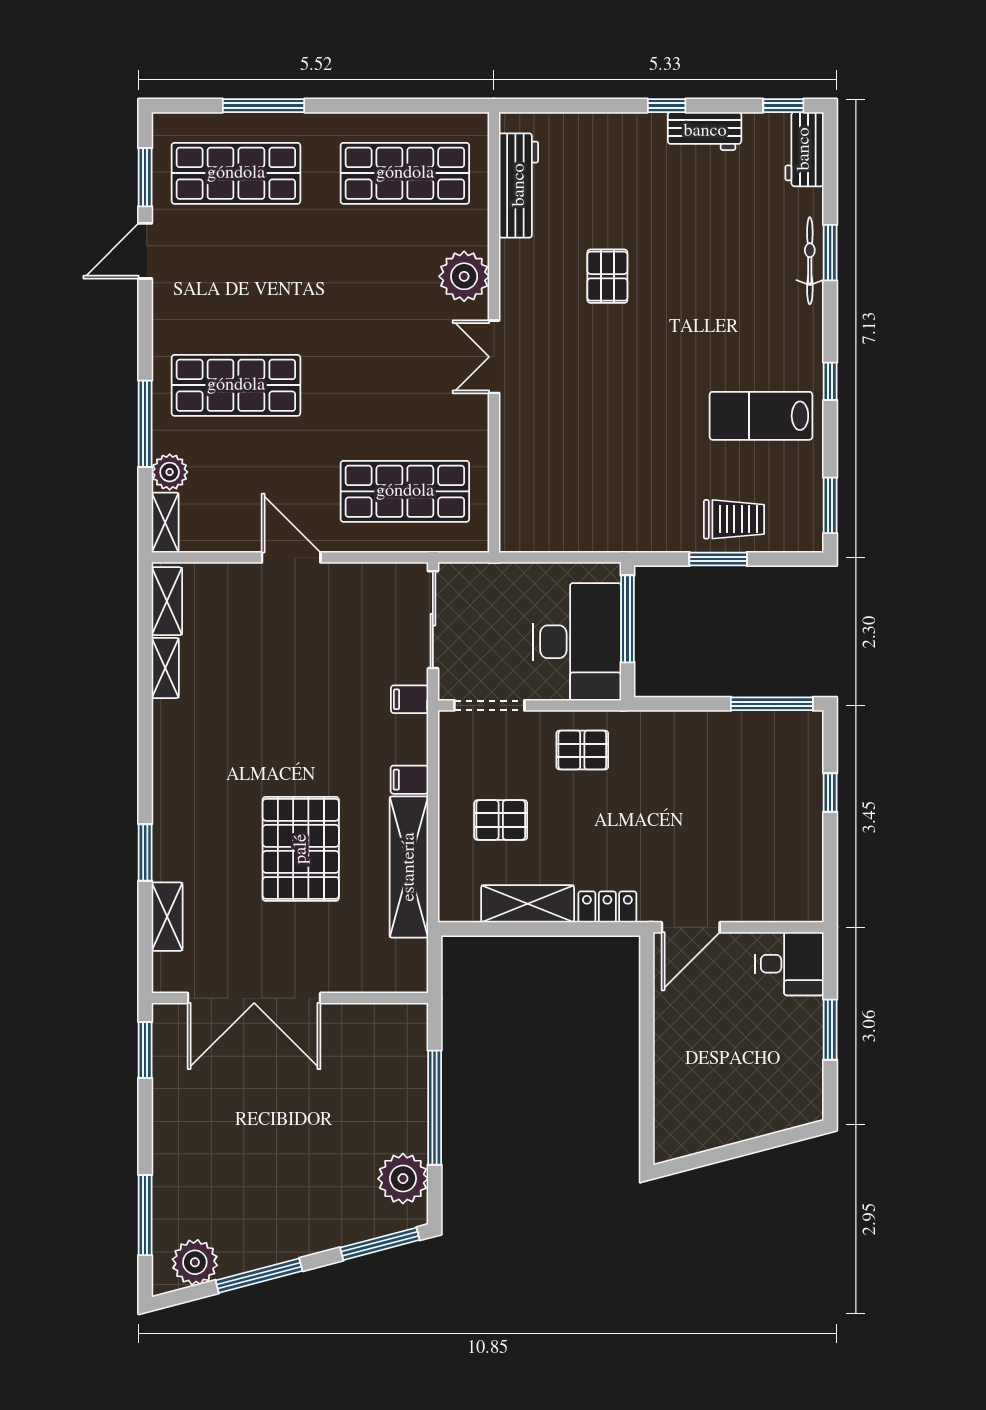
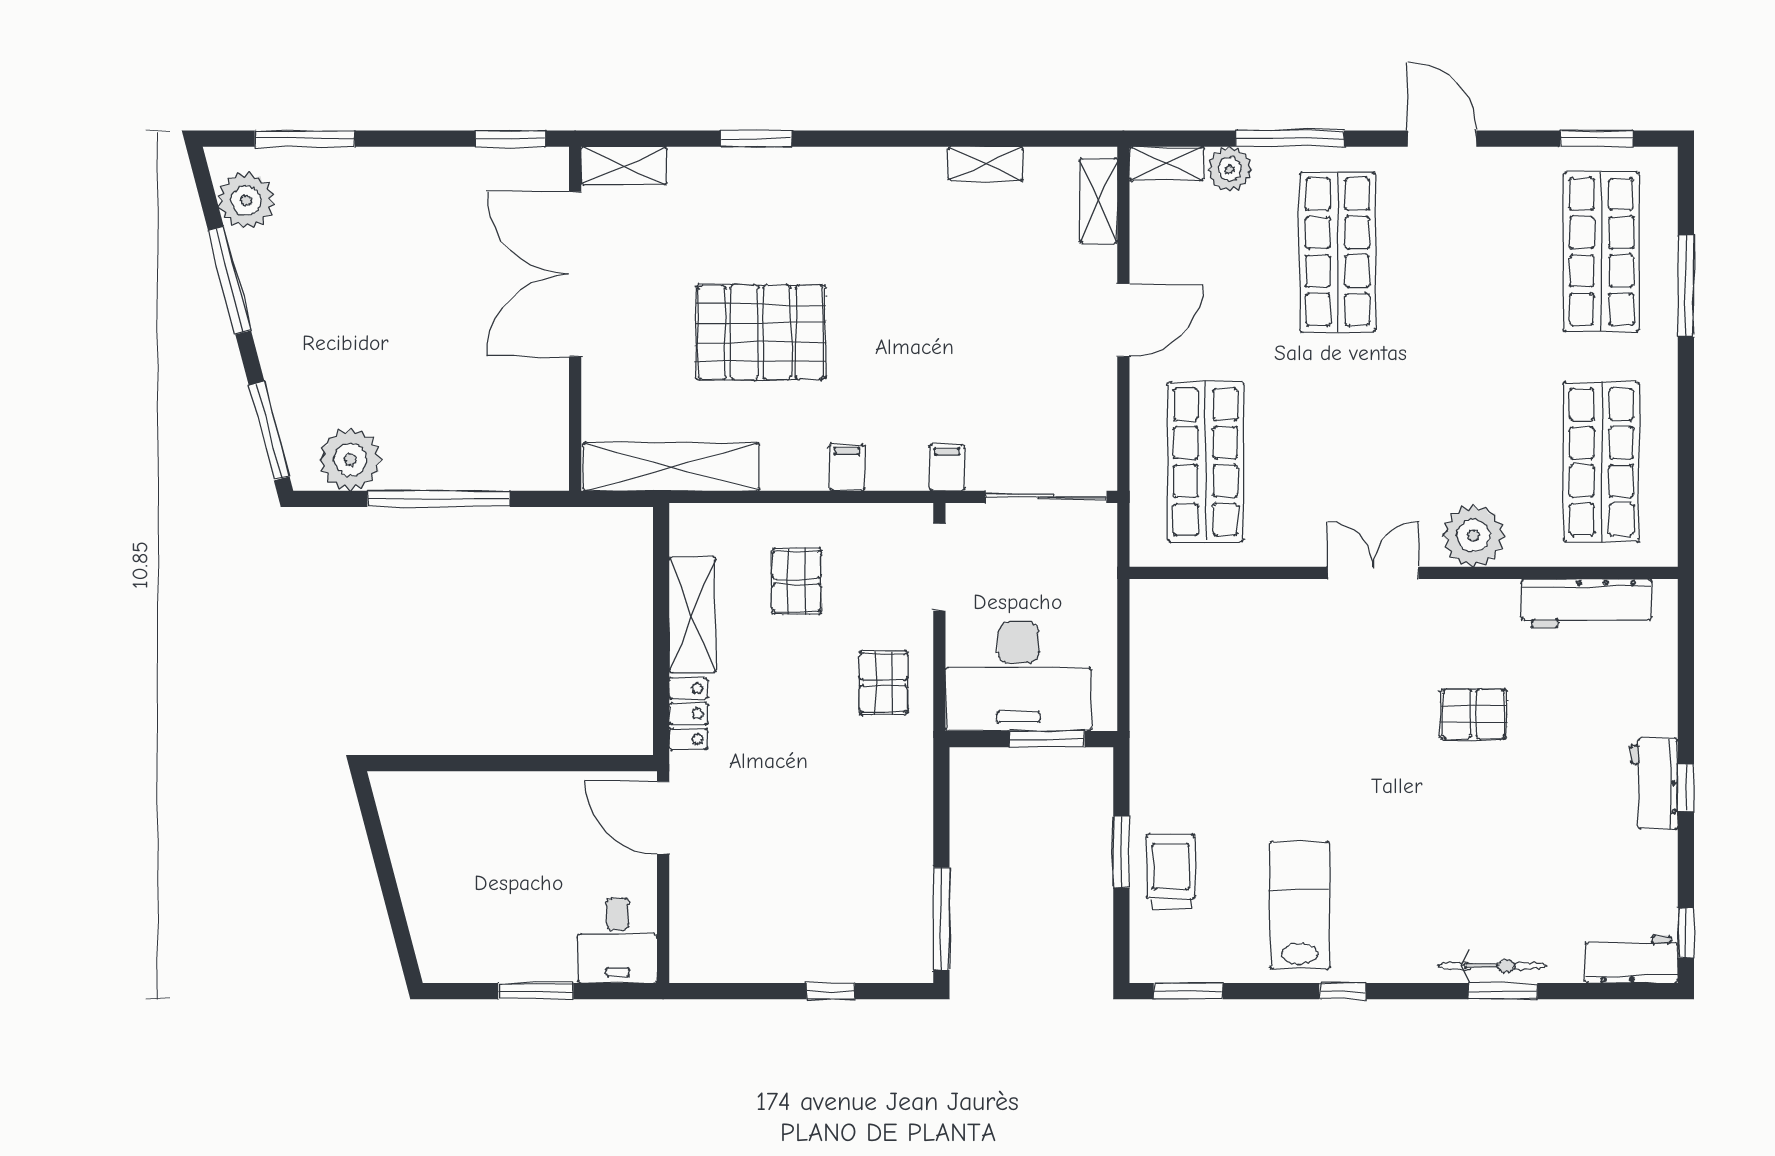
workbench: (705, 131) -> (1654, 784), moved
door: (145, 251) -> (1442, 139), moved
trolley: (734, 519) -> (1171, 872), turned 180
shelving: (167, 601) -> (1098, 201), moved, turned 90
window: (628, 619) -> (1047, 739), width x0.69
shelving: (409, 867) -> (671, 467), moved
shelving: (167, 917) -> (624, 166), moved

